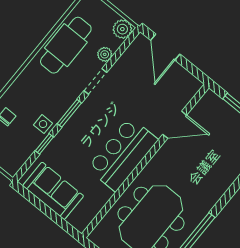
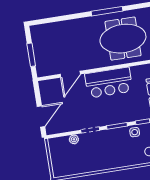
plant: (122, 29) -> (54, 144), removed
cafe table: (66, 45) -> (89, 161), removed
door: (175, 125) -> (70, 74), swing flipped

